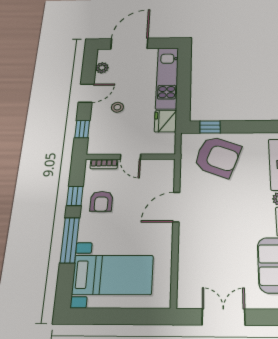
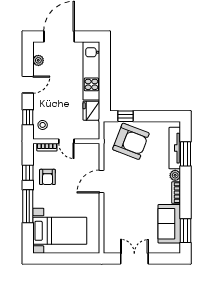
stool: (117, 107) -> (43, 125), moved

